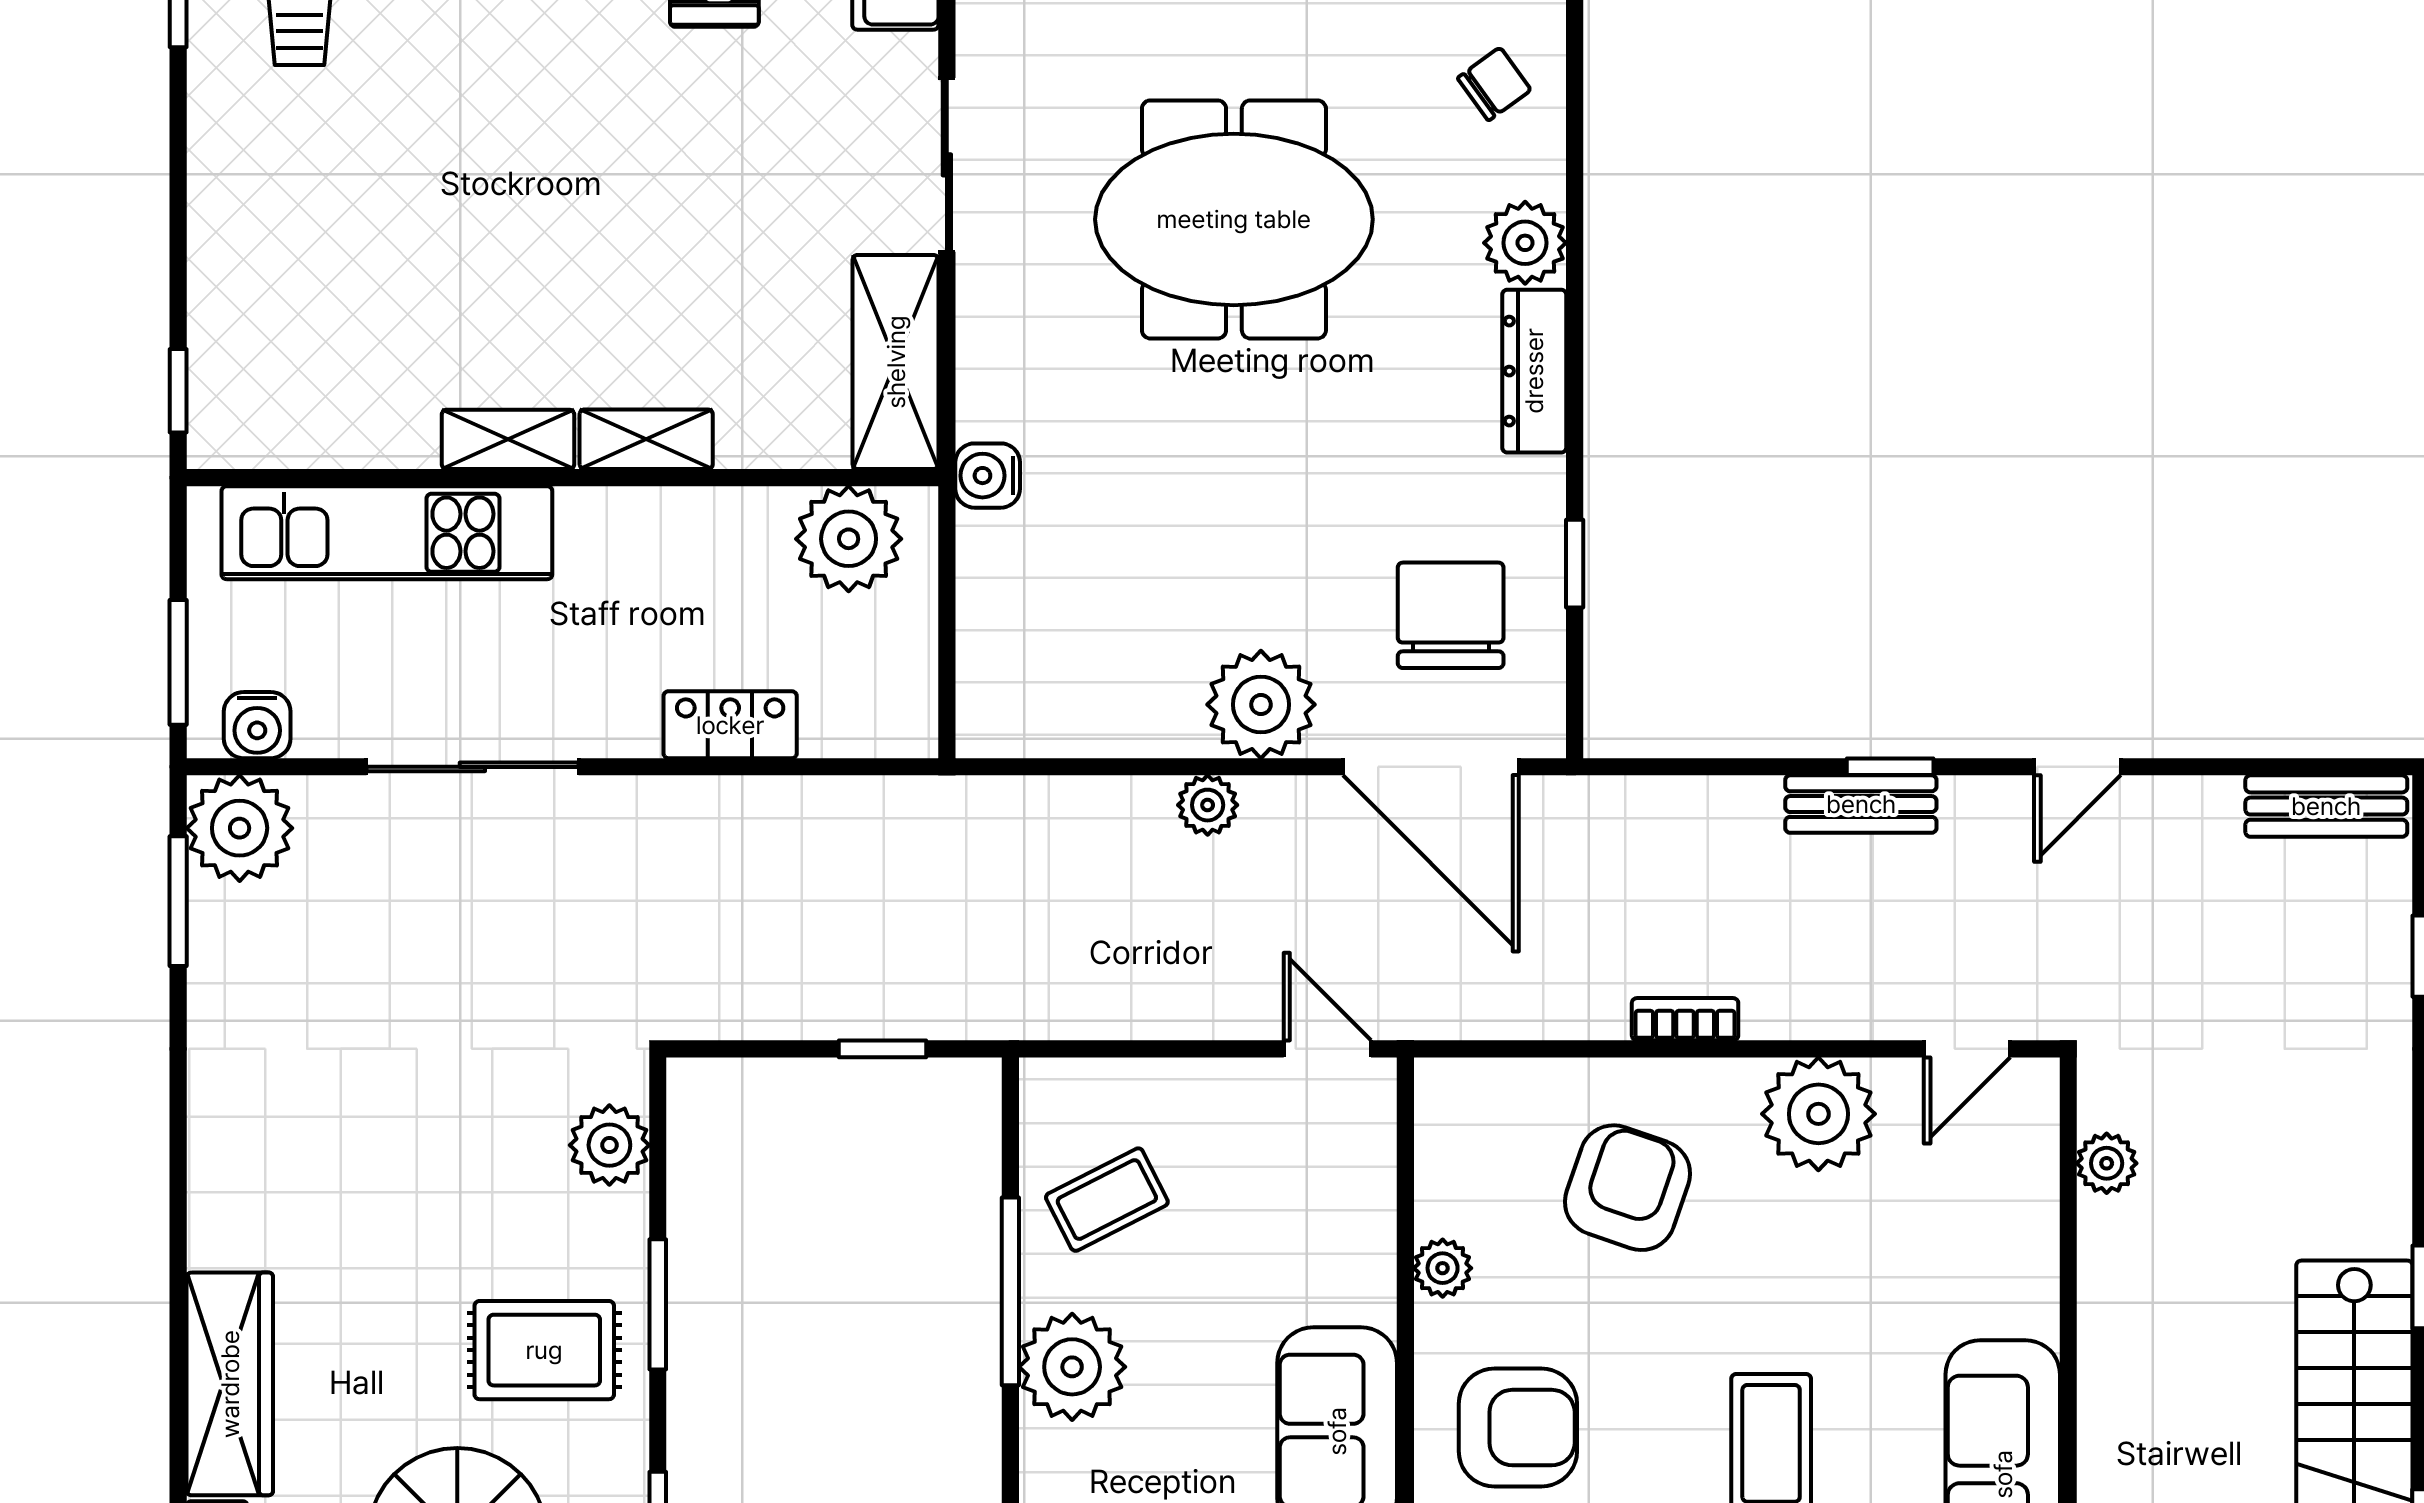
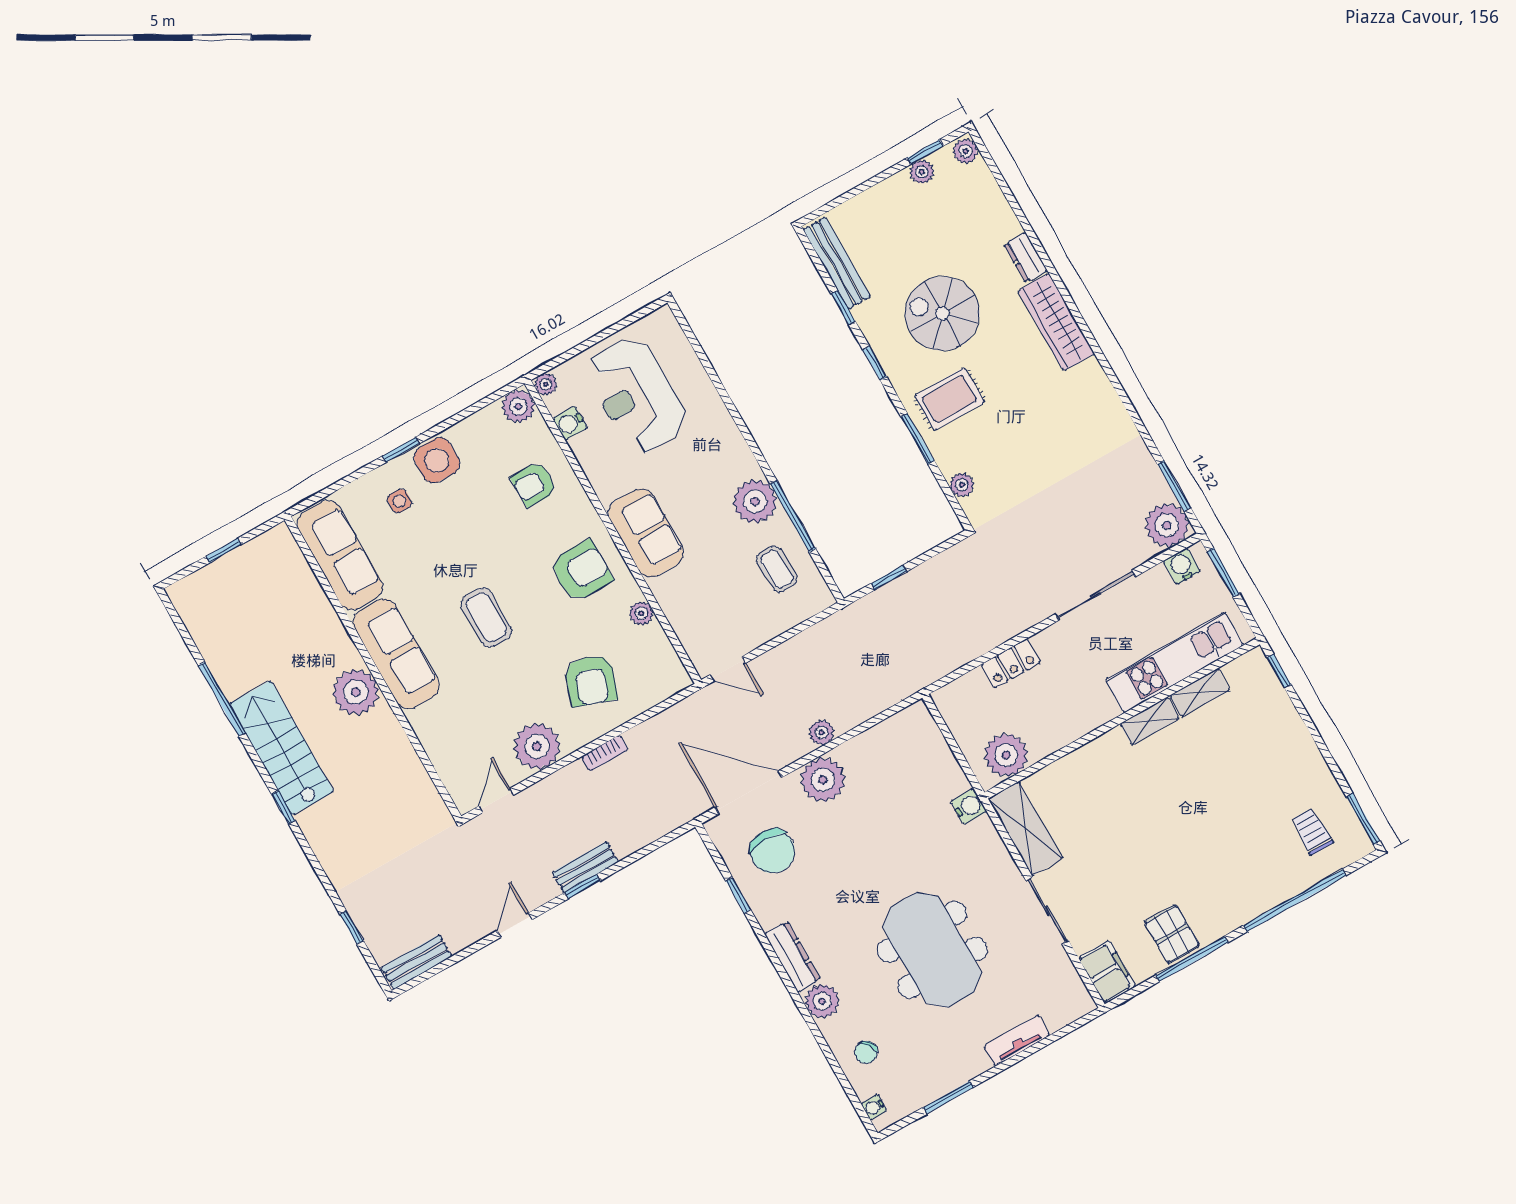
meeting table: (1234, 219) -> (932, 950), turned 90
shelving: (646, 439) -> (1200, 693), moved
plant: (609, 1145) -> (962, 485), width x0.73, depth x0.73
plant: (2107, 1163) -> (356, 692), moved, width x1.88, depth x1.88
coffee table: (1107, 1200) -> (777, 569), turned -66
armchair: (1518, 1428) -> (581, 571), turned 180

